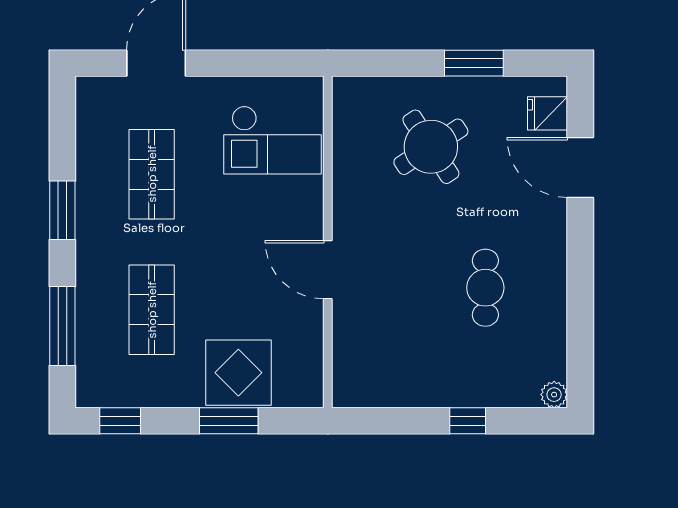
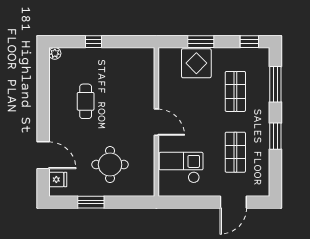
round table: (431, 147) -> (110, 165), turned 33
door: (328, 270) -> (156, 122), moved

